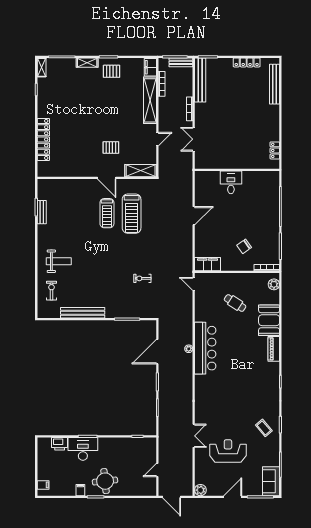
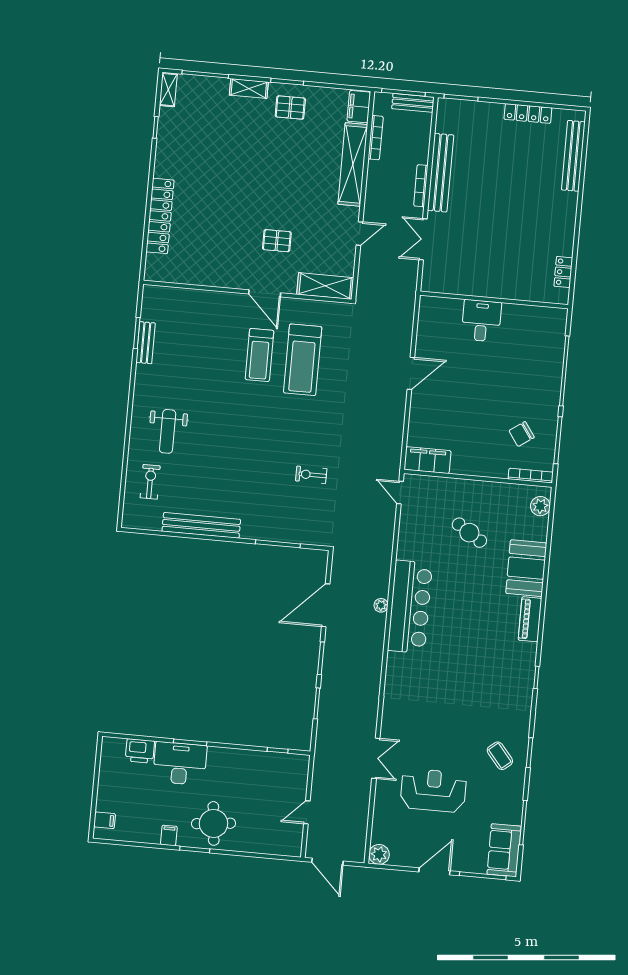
bench: (200, 80) -> (441, 173), moved
chair: (244, 246) -> (522, 434), moved
weight bench: (59, 261) -> (168, 431), turned 90

